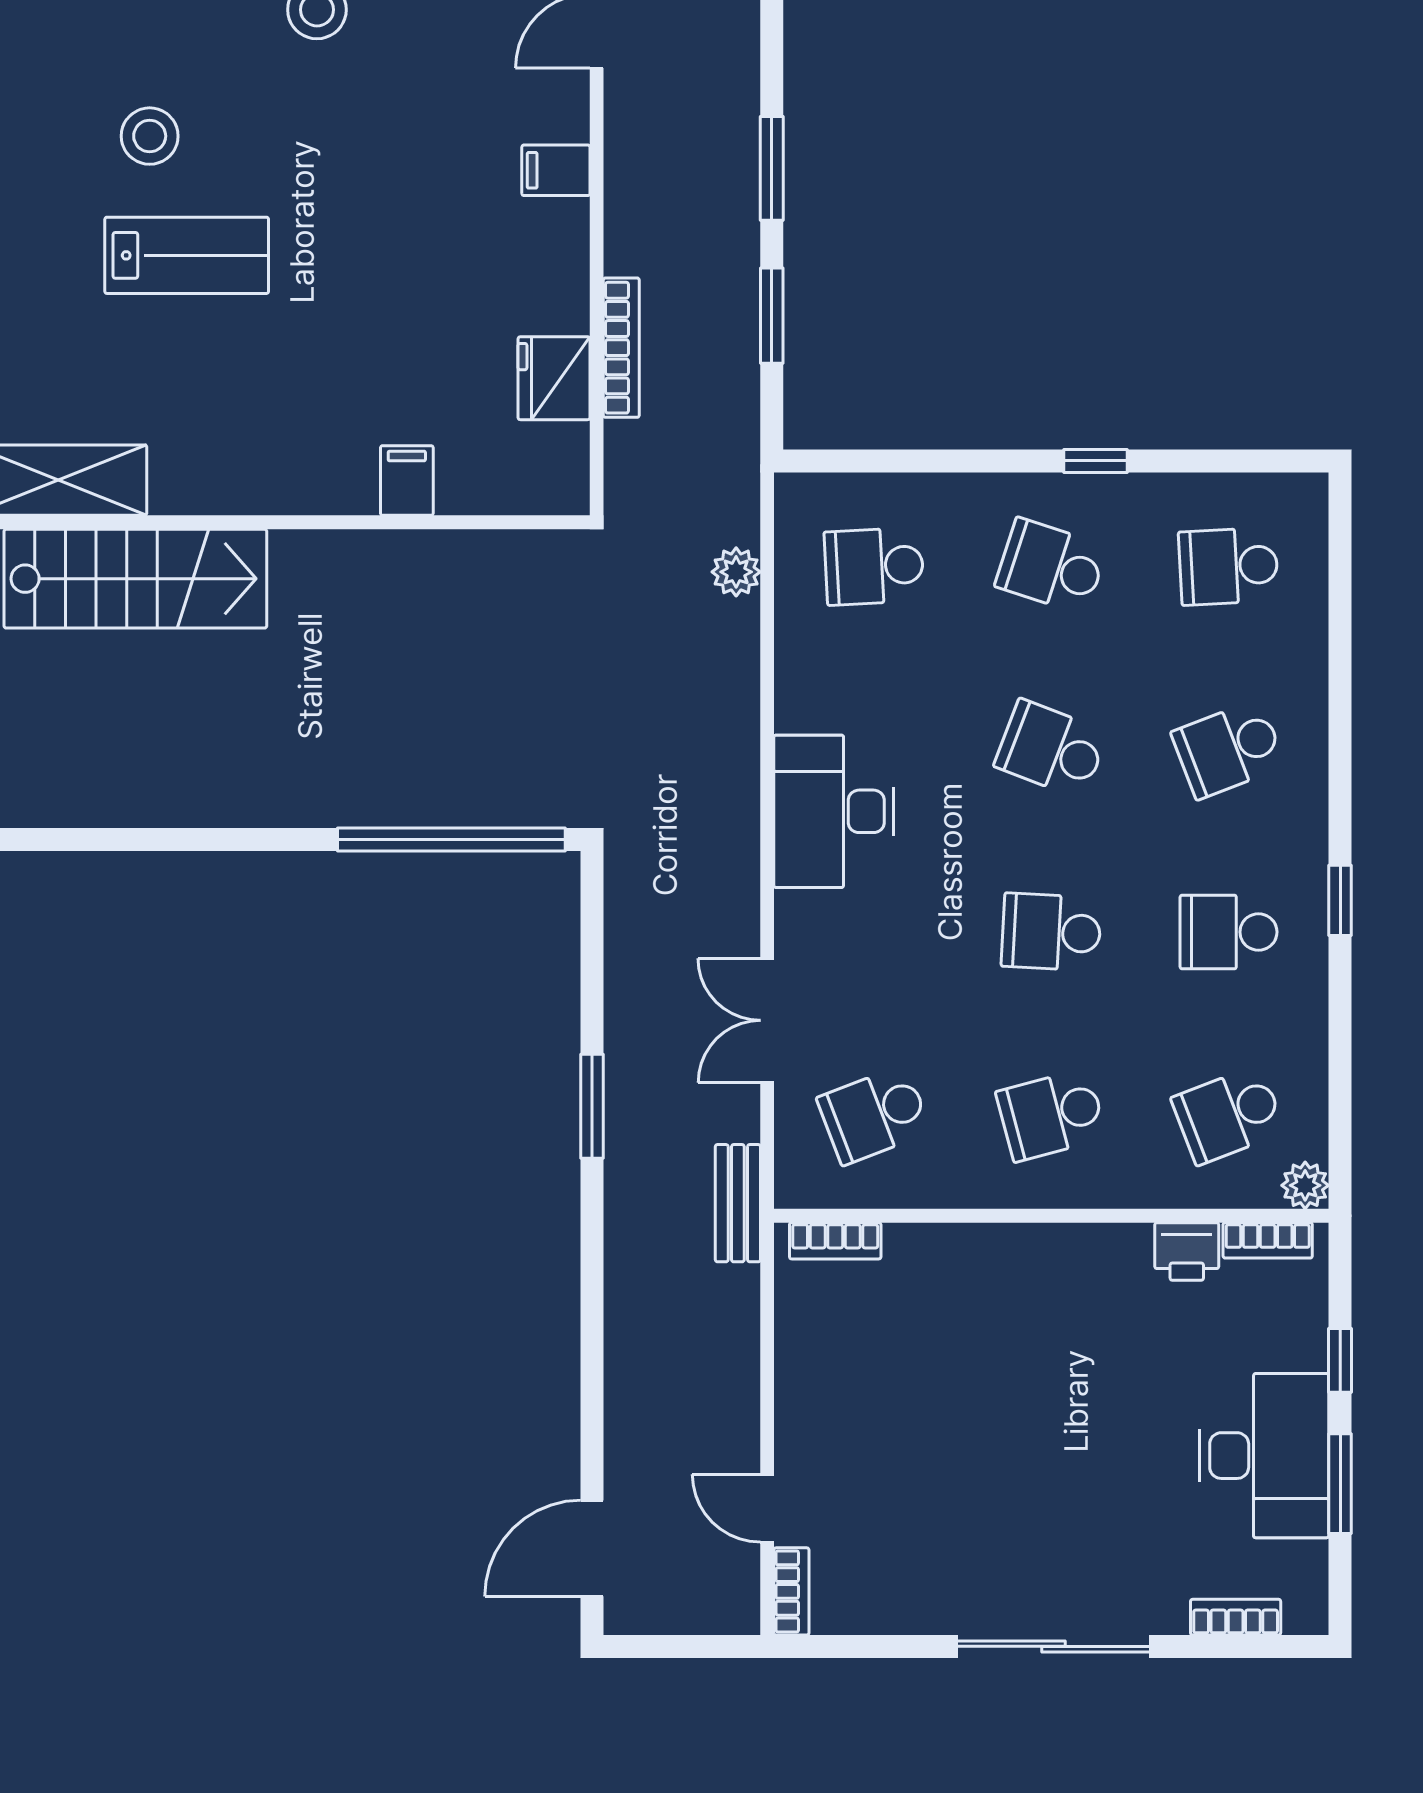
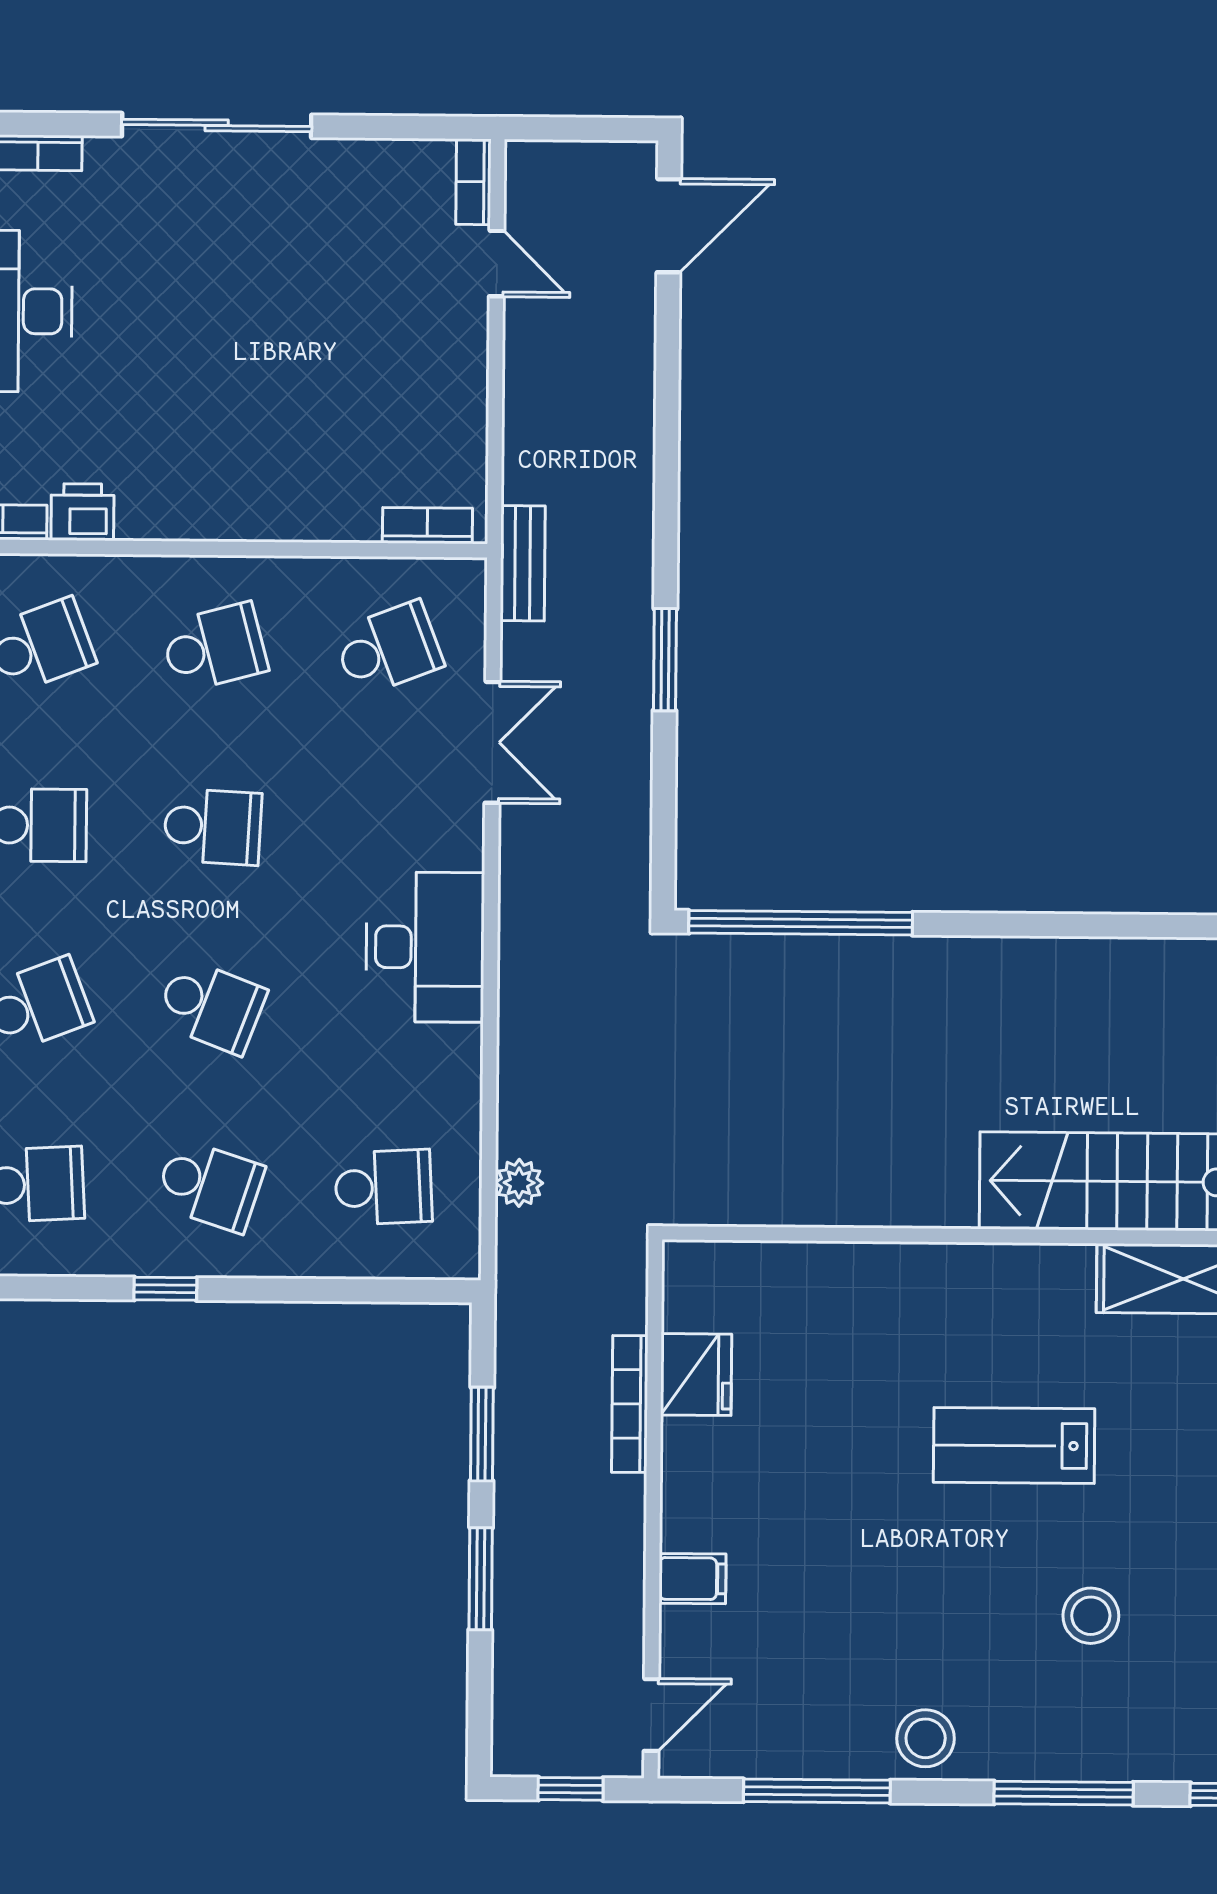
lab bench: (187, 255) -> (1014, 1445), moved
filing cabinet: (407, 480) -> (841, 1275), removed

